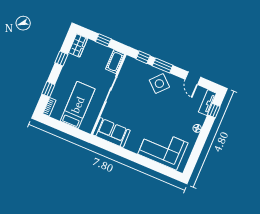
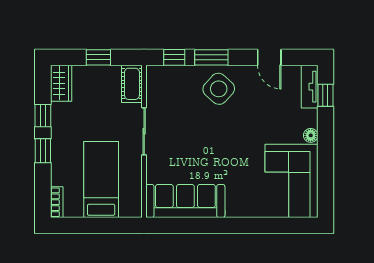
window: (48, 89) -> (43, 151), moved
sofa: (111, 133) -> (185, 201), width x1.36
corner sofa: (163, 148) -> (292, 181), moved, turned -90

